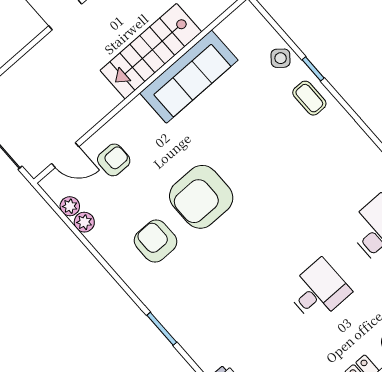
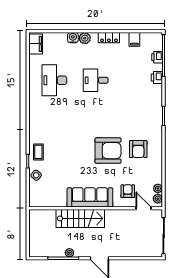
sofa: (189, 77) -> (90, 197), moved
armchair: (114, 160) -> (128, 191), turned 90
plant: (84, 222) -> (158, 199), moved

